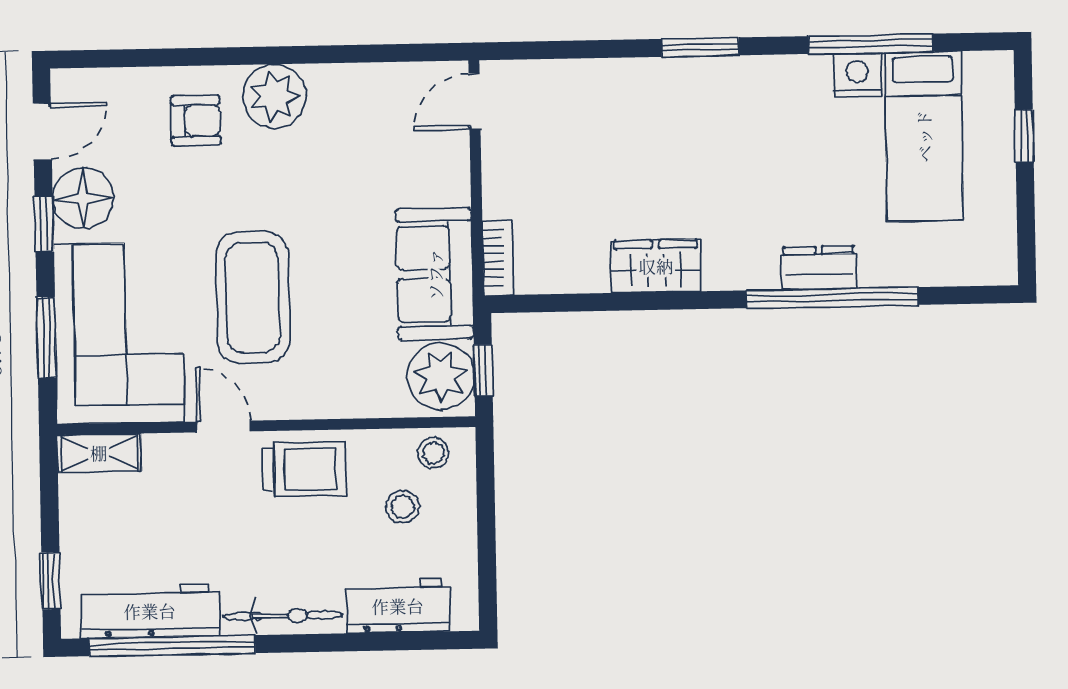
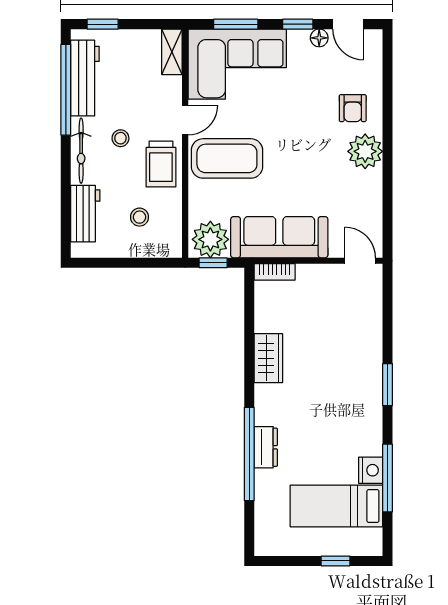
floor lamp: (83, 198) -> (319, 38), width x0.53, depth x0.53
sofa: (435, 274) -> (279, 237), width x1.36
coffee table: (253, 297) -> (227, 158), moved
stool: (433, 453) -> (120, 138), moved

